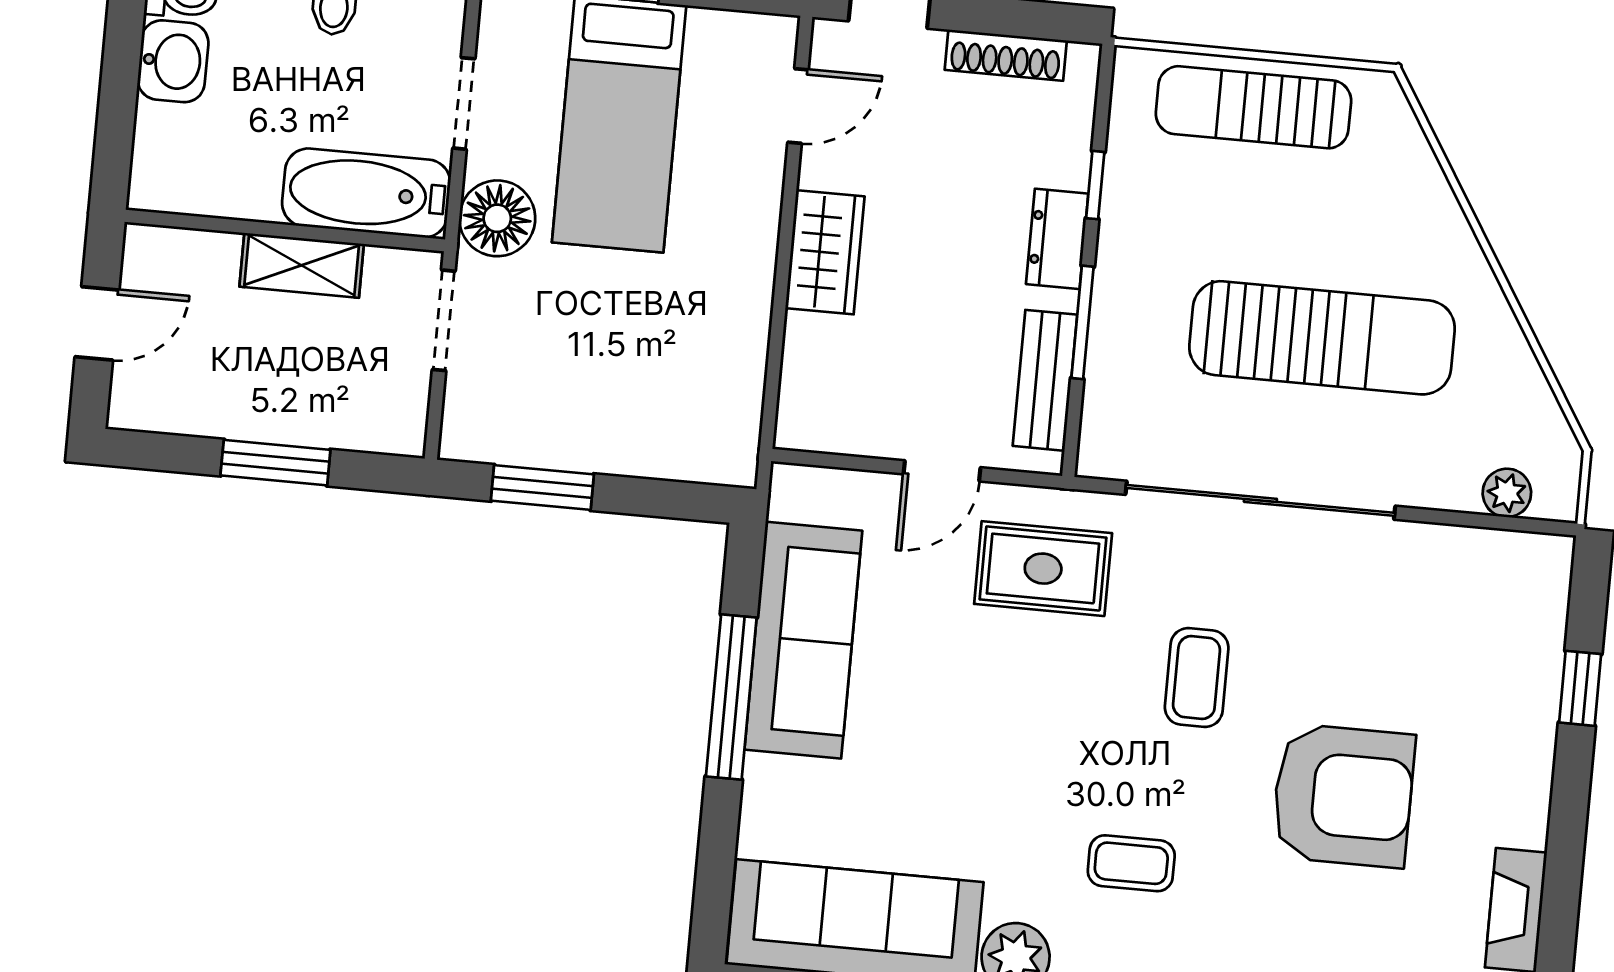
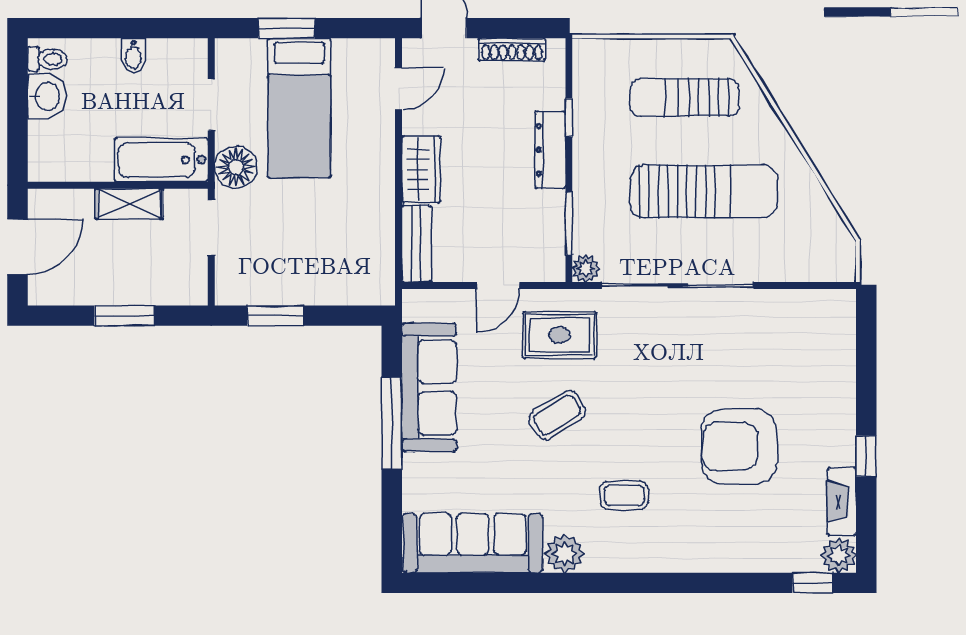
sun lounger: (1253, 107) -> (684, 97), moved
dresser: (1057, 239) -> (550, 150), width x1.44
window: (1083, 322) -> (569, 224), moved
door: (97, 323) -> (18, 247), width x1.38
bench: (1045, 380) -> (416, 244), moved
plant: (1507, 493) -> (586, 269), moved
coffee table: (1197, 678) -> (557, 415), moved, turned 58
window: (1580, 688) -> (866, 456), moved
armchair: (1343, 796) -> (739, 446), turned 180

